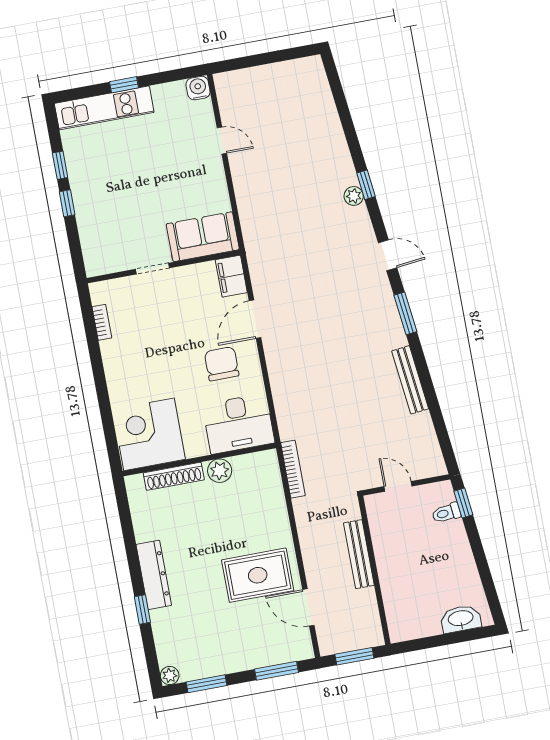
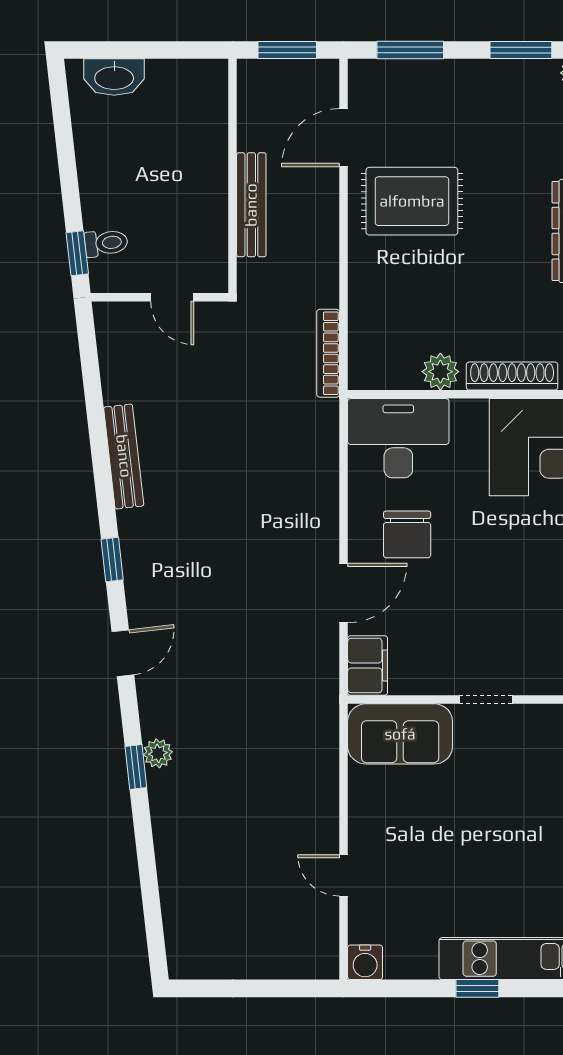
door: (388, 255) -> (123, 653), swing flipped
window: (405, 313) -> (112, 559), width x0.67
door: (308, 607) -> (344, 138), swing flipped

